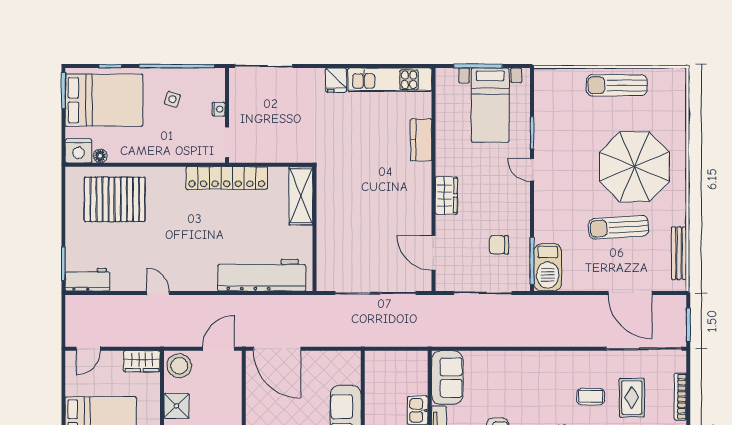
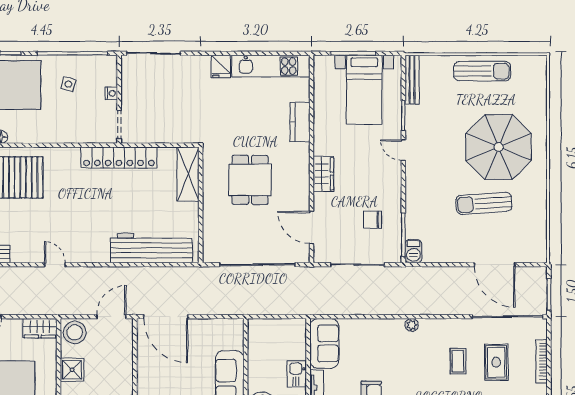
sun lounger: (617, 85) -> (482, 71), turned 180
dining table: (368, 202) -> (250, 180), added
bench: (679, 253) -> (412, 80), moved
barbecue: (548, 267) -> (413, 251), width x0.53, depth x0.65
plant: (541, 358) -> (412, 325), added
coffee table: (591, 397) -> (458, 361), turned 90

